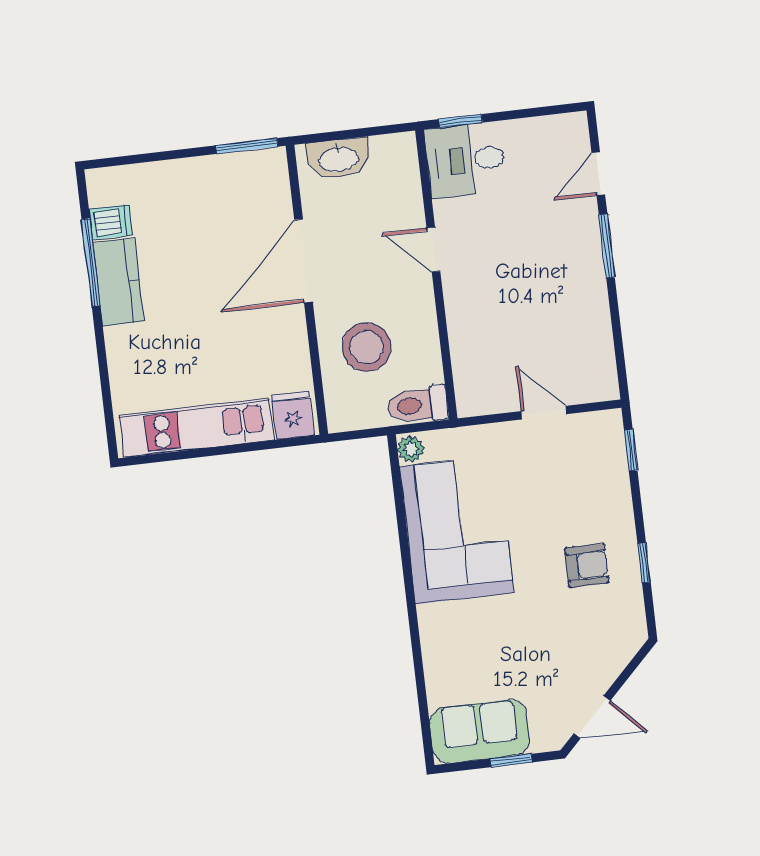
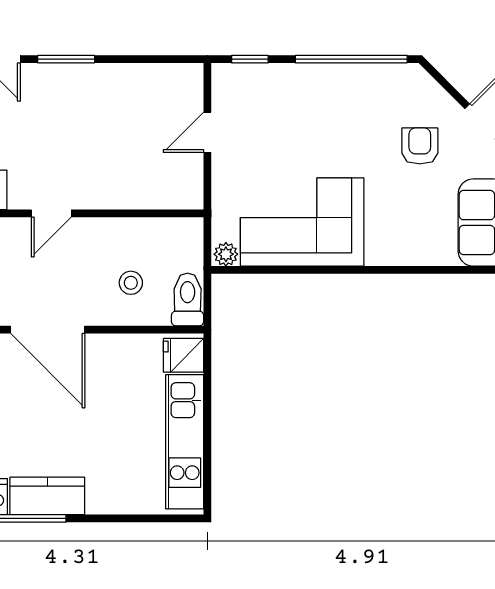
stool: (367, 347) -> (131, 283), width x0.53, depth x0.53
toilet: (418, 405) -> (188, 300), moved, turned 180
window: (644, 563) -> (351, 59), width x3.17
armchair: (587, 566) -> (420, 146), moved

